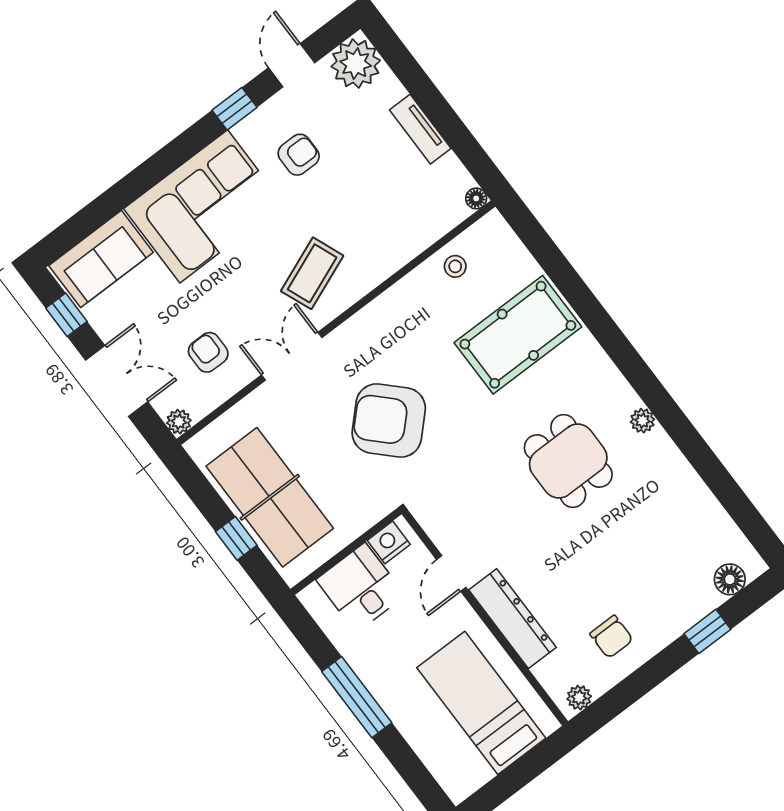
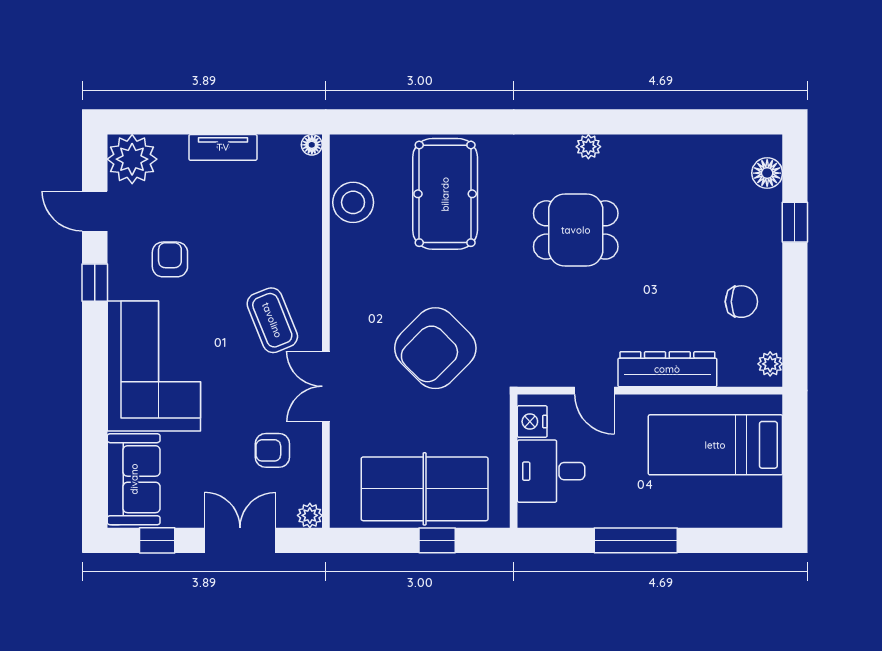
stool: (455, 266) -> (353, 202), width x1.89, depth x1.89

